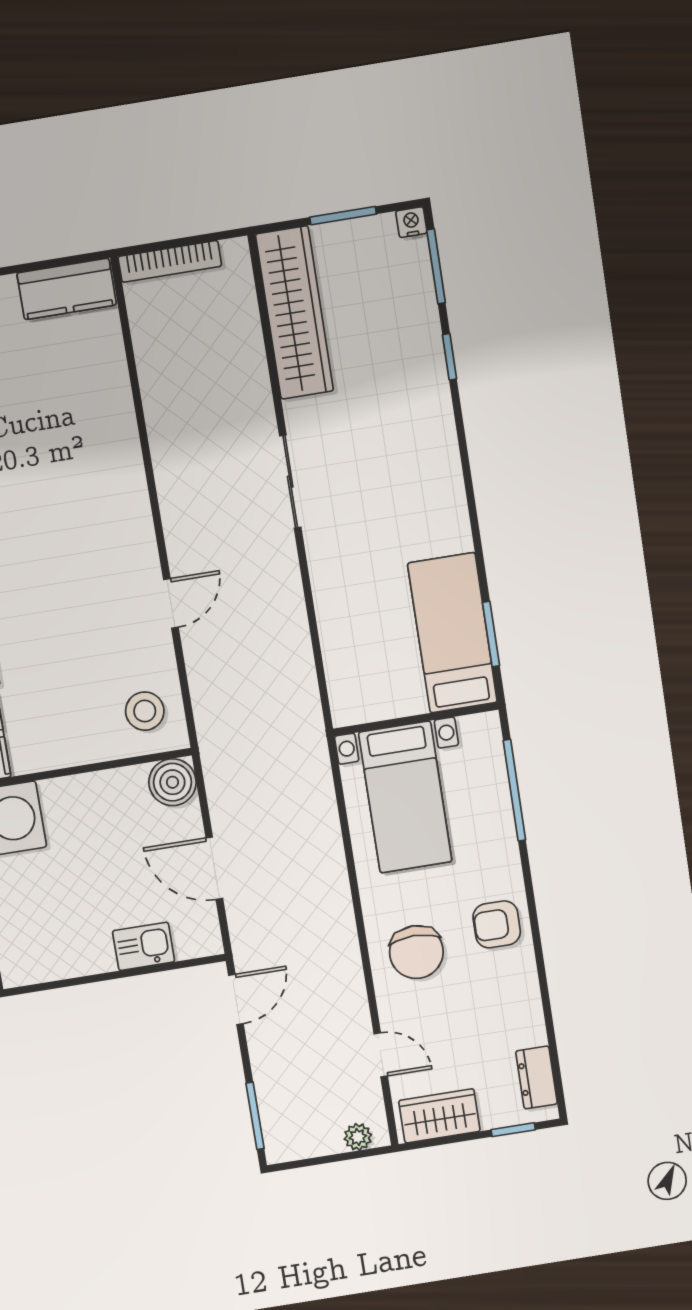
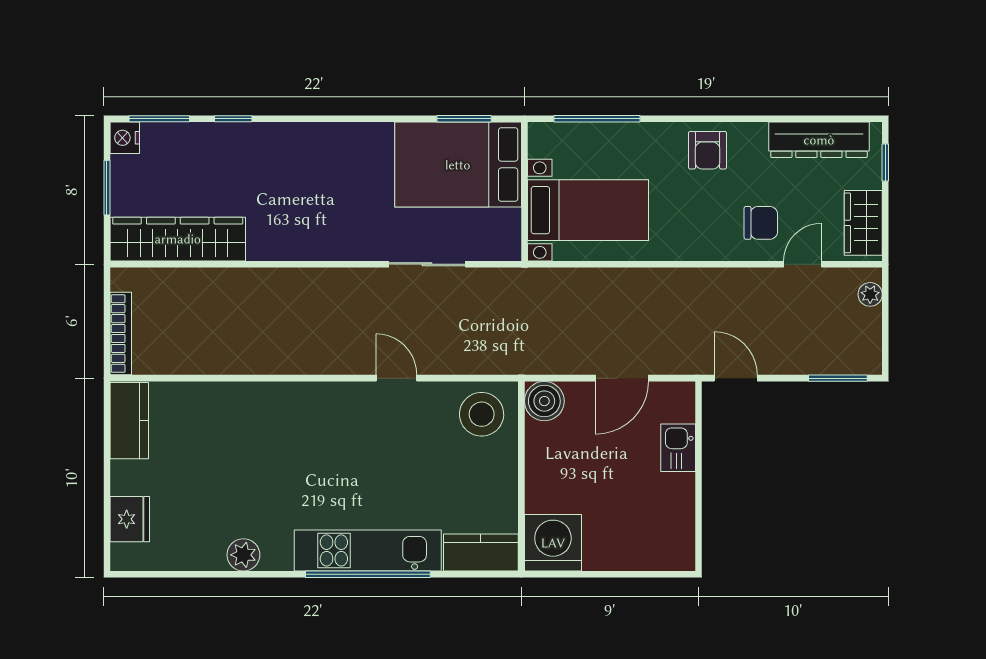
nightstand: (411, 222) -> (125, 138), width x1.39, depth x1.35
sliding door: (290, 482) -> (427, 264), moved
bed: (452, 633) -> (458, 165), width x1.50
stool: (145, 711) -> (482, 414), width x1.38, depth x1.38
chair: (416, 952) -> (761, 223), moved, width x0.73, depth x0.73
dresser: (536, 1078) -> (819, 140), width x1.96, depth x1.24

